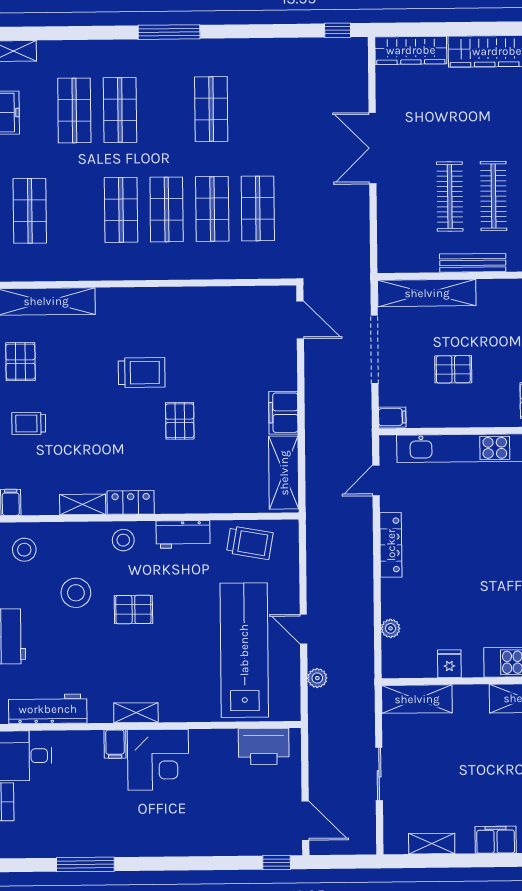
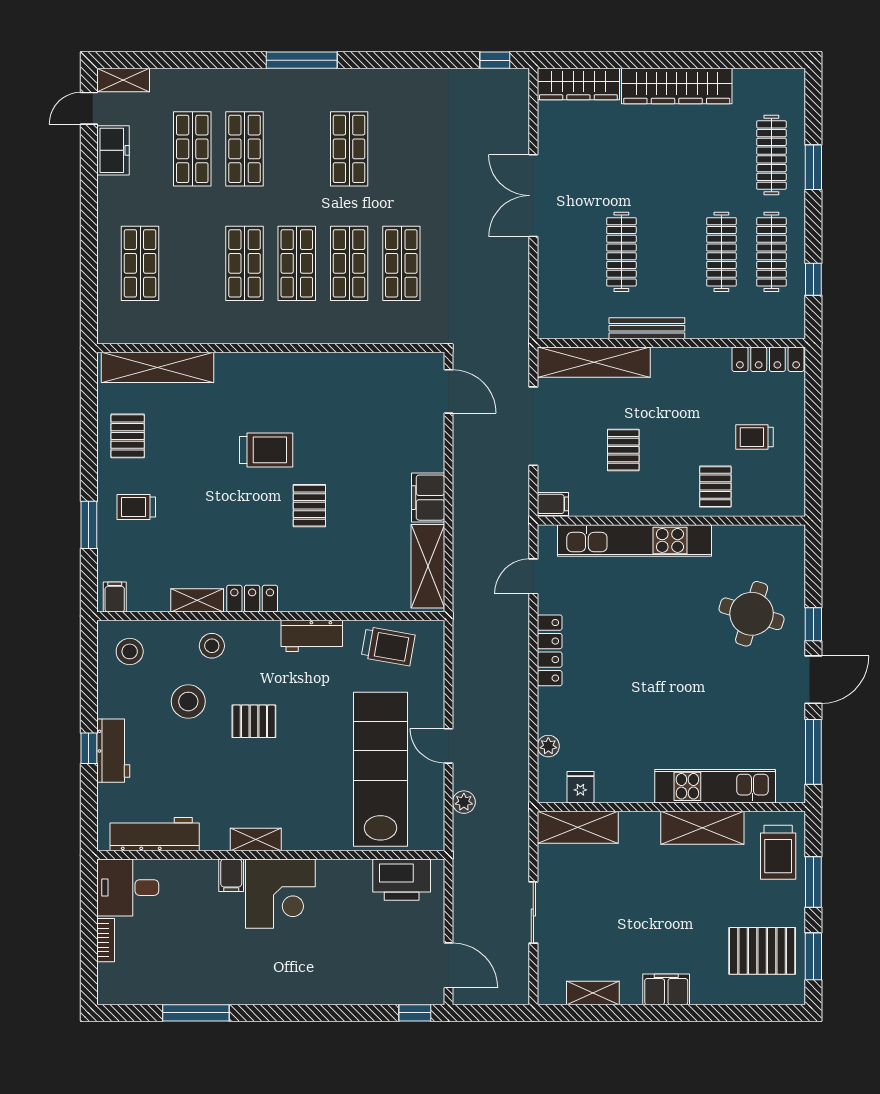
clothes rail: (493, 196) -> (671, 252), removed
pallet: (453, 369) -> (623, 450), turned 90
stool: (123, 540) -> (212, 646), moved
fridge: (449, 664) -> (580, 787), moved

